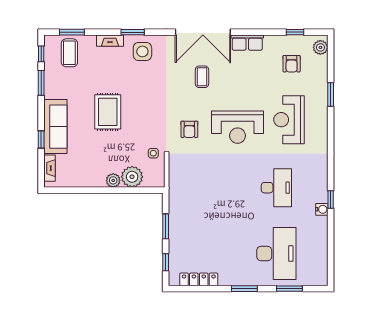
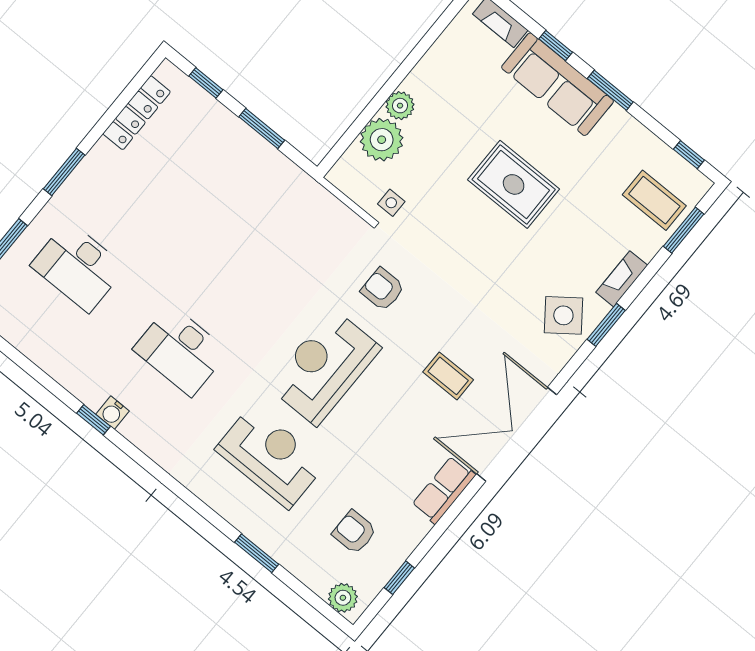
side table: (142, 51) -> (563, 315), turned -37
window: (41, 83) -> (610, 90), moved
water cooler: (322, 209) -> (113, 413), moved
desk: (276, 254) -> (78, 267), width x0.73, depth x0.77

